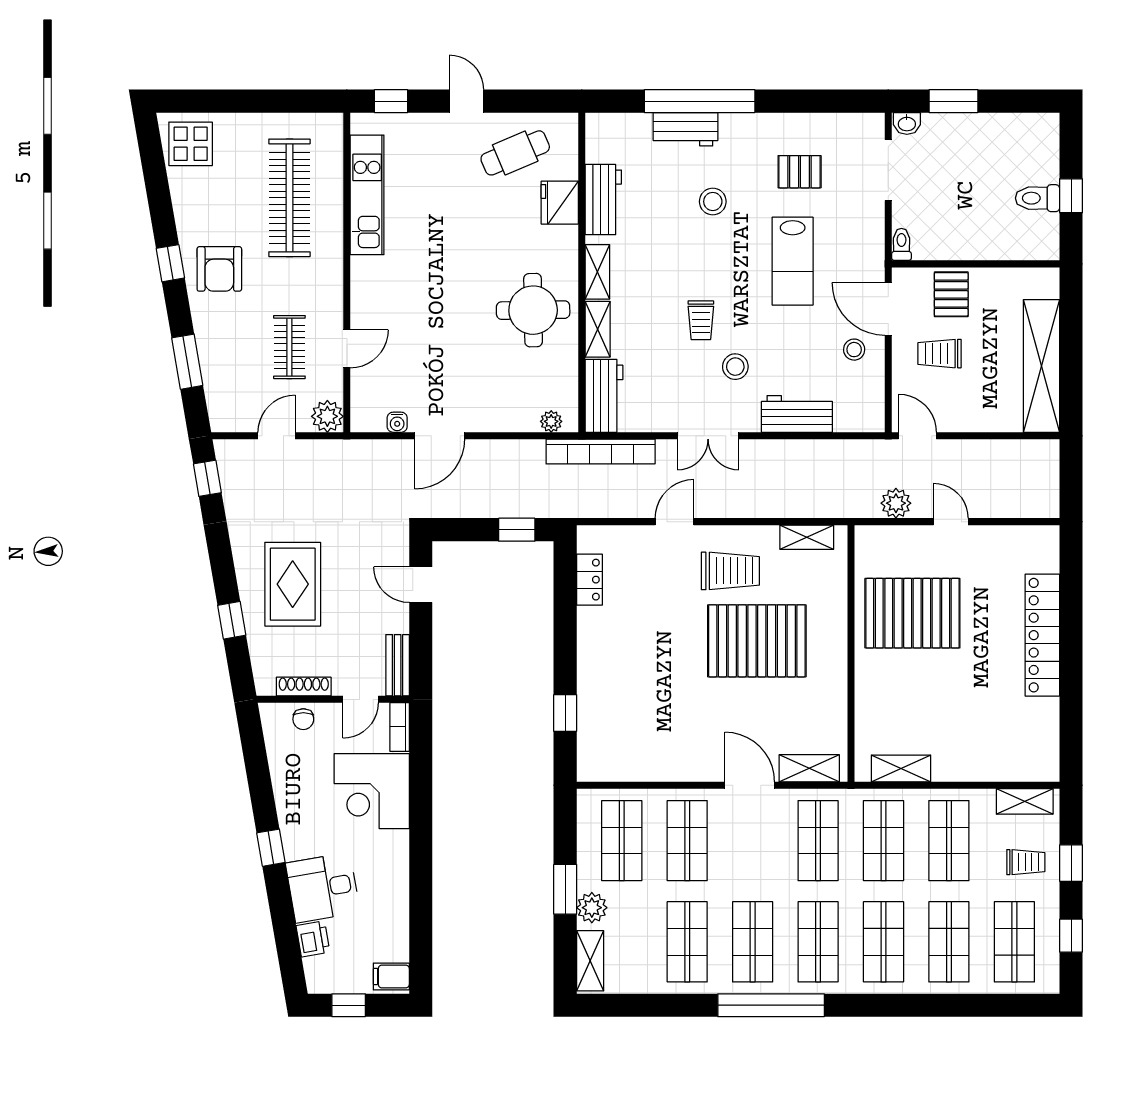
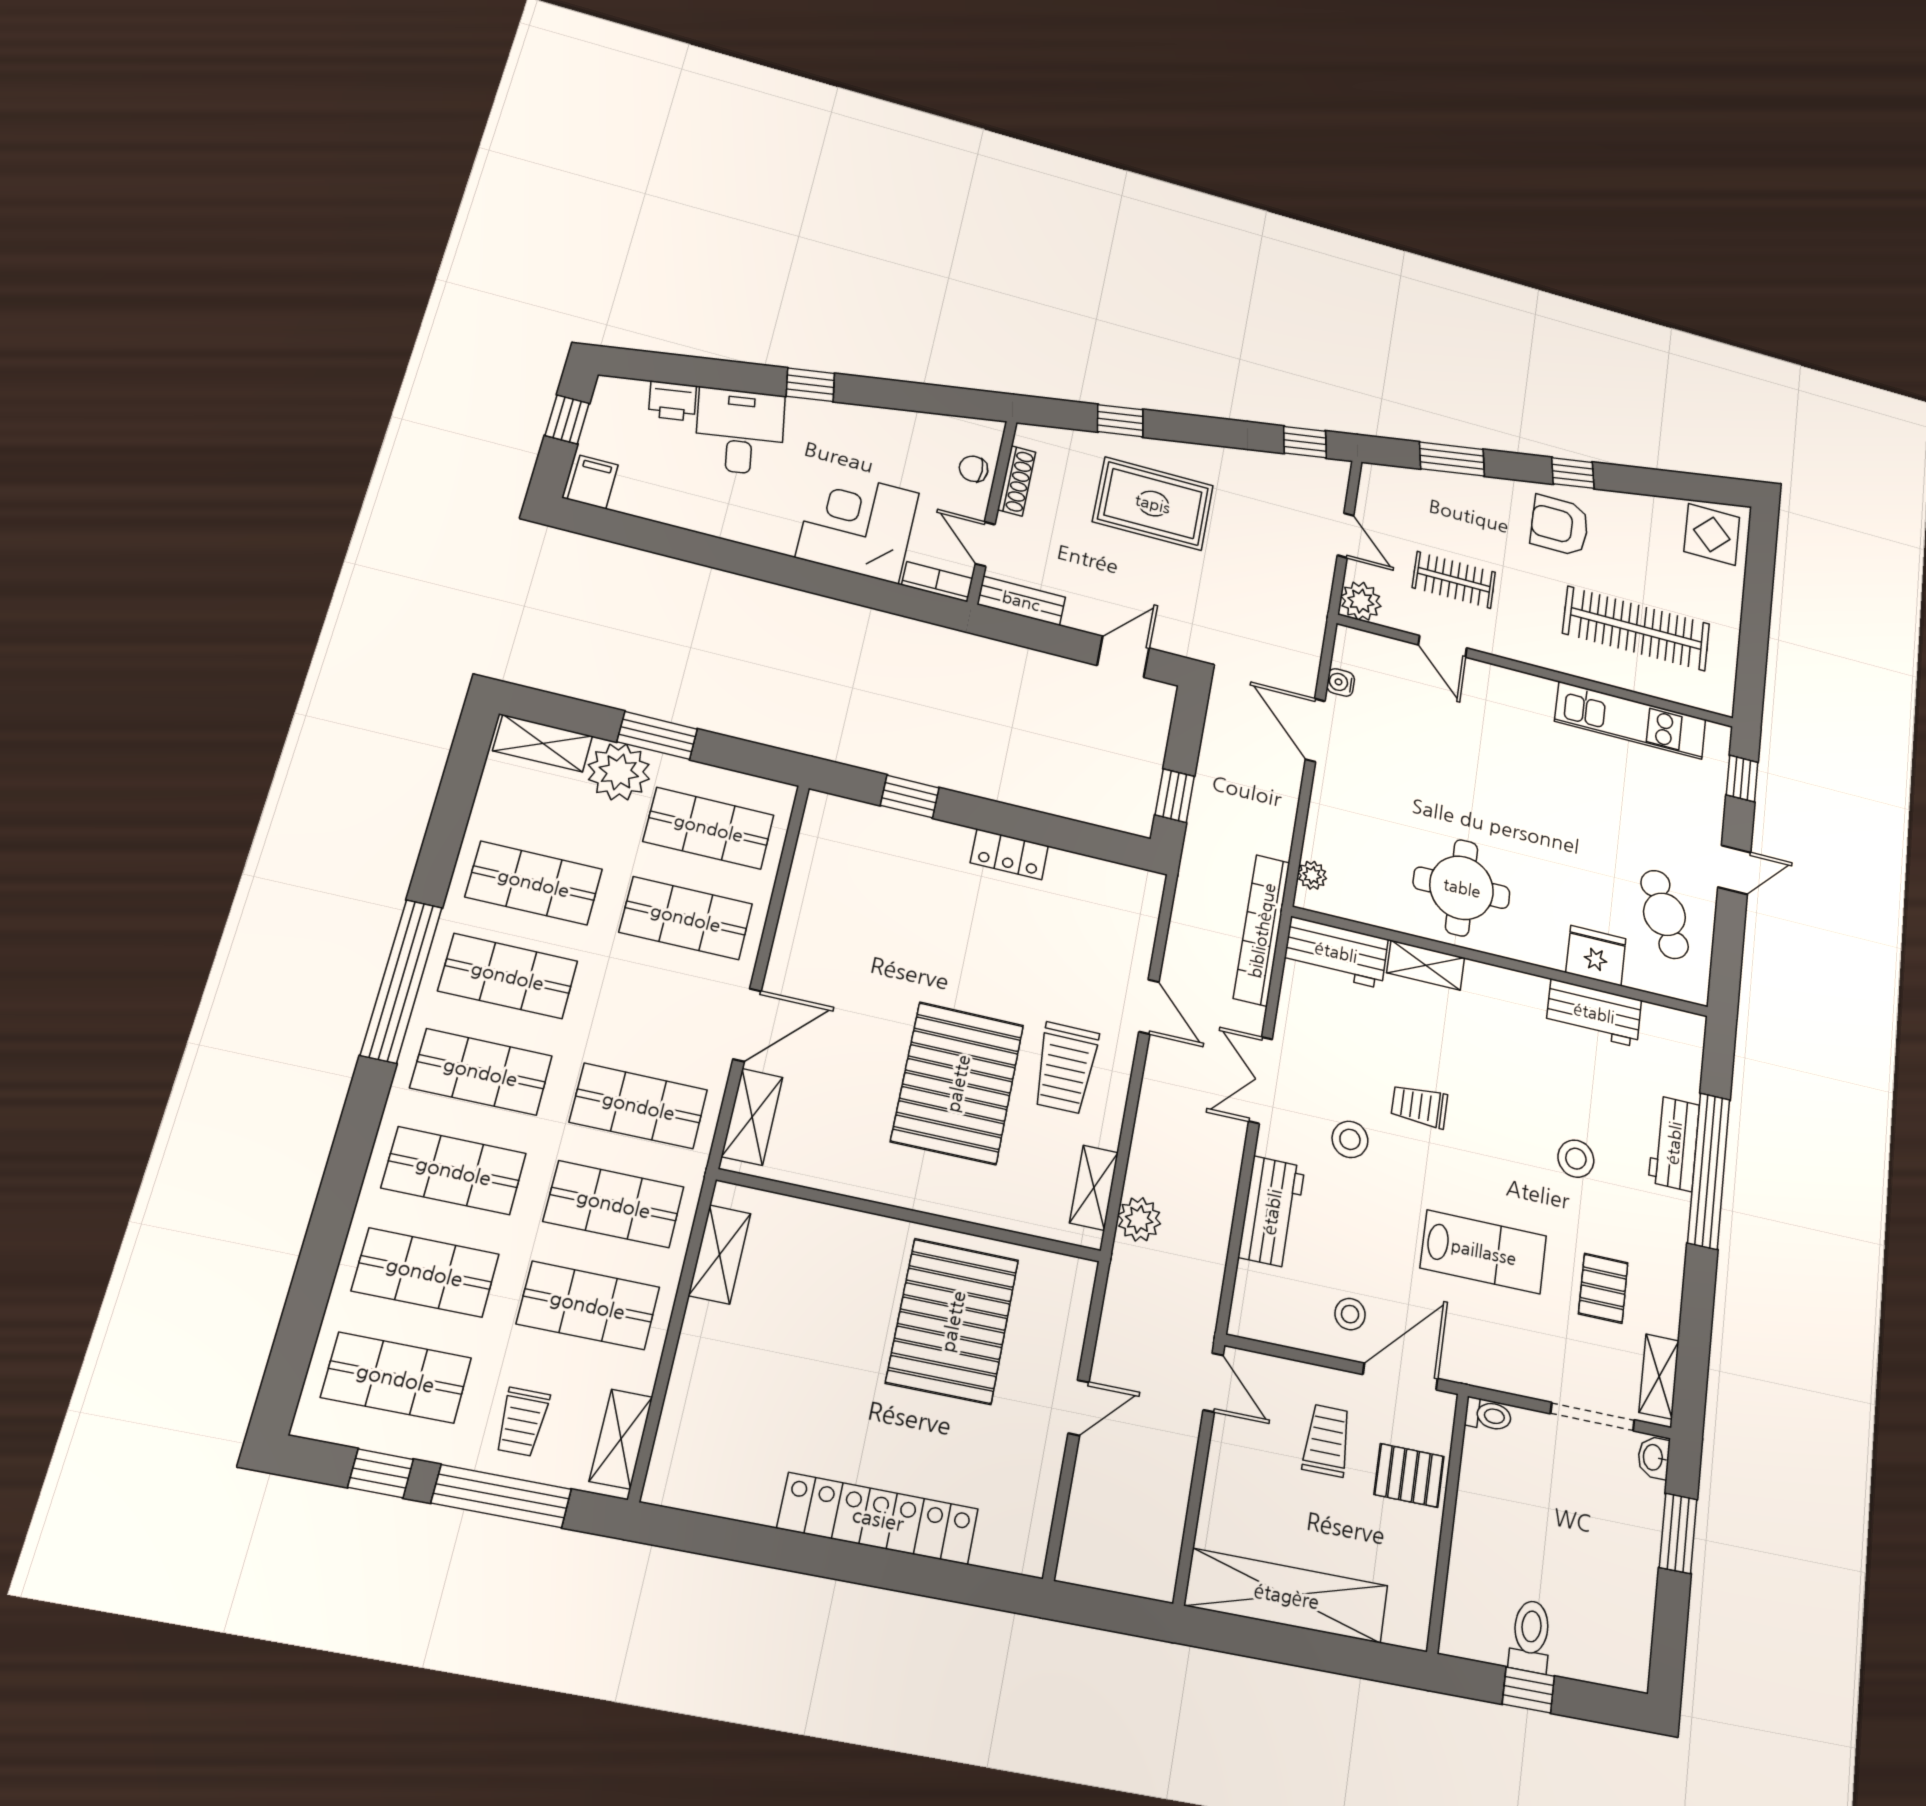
lab bench: (793, 261) -> (1484, 1252), turned 180
shelving: (597, 272) -> (1659, 1376), moved, turned 90
door: (917, 436) -> (1213, 1383), hinge flipped
plant: (896, 503) -> (1139, 1219), moved
locker: (589, 580) -> (1009, 854), moved
window: (1071, 863) -> (501, 1496), width x2.17
plant: (592, 908) -> (619, 772), width x1.36, depth x1.36

